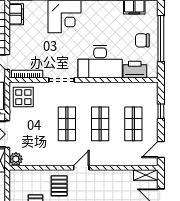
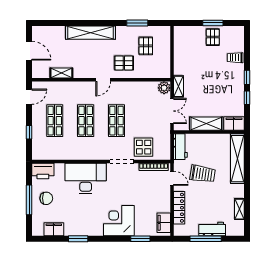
window: (161, 39) -> (29, 200), width x0.68
printer: (135, 70) -> (43, 171), moved
display table: (23, 97) -> (144, 147), moved
shelving: (146, 175) -> (61, 73), moved
pallet: (59, 186) -> (124, 63), turned 90

